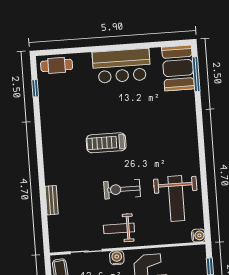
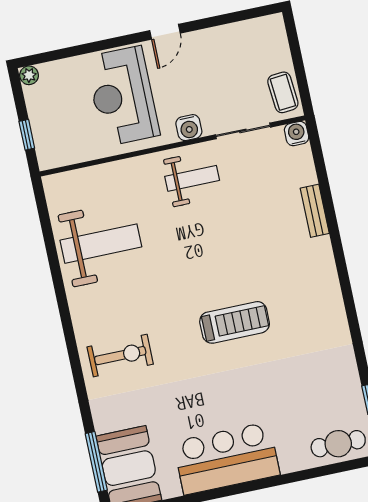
exercise bike: (122, 189) -> (120, 356), moved
weight bench: (176, 198) -> (101, 244), turned 90
water cooler: (198, 235) -> (297, 134), moved, turned 90

